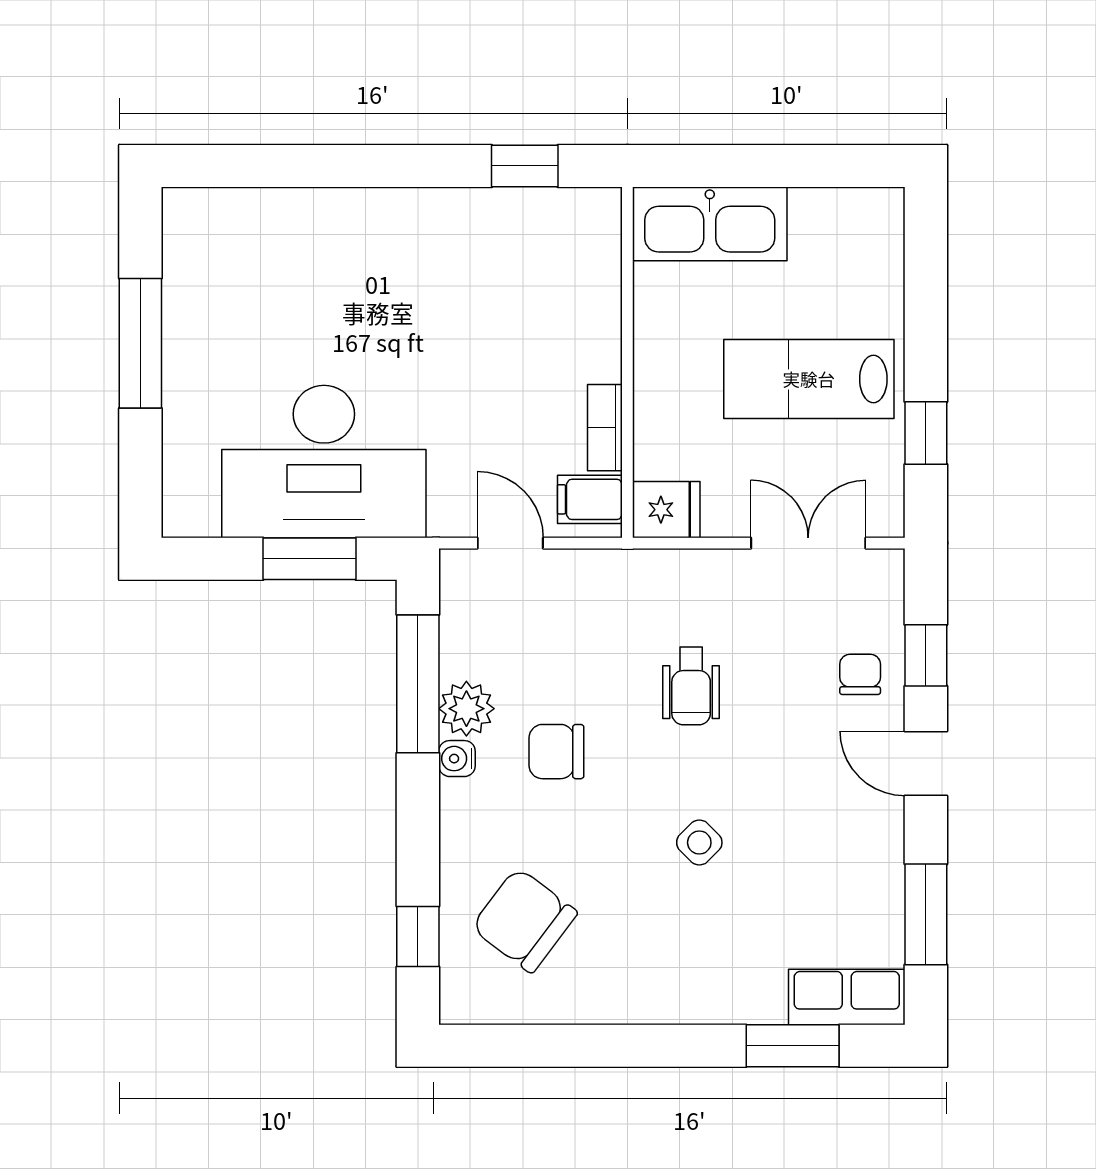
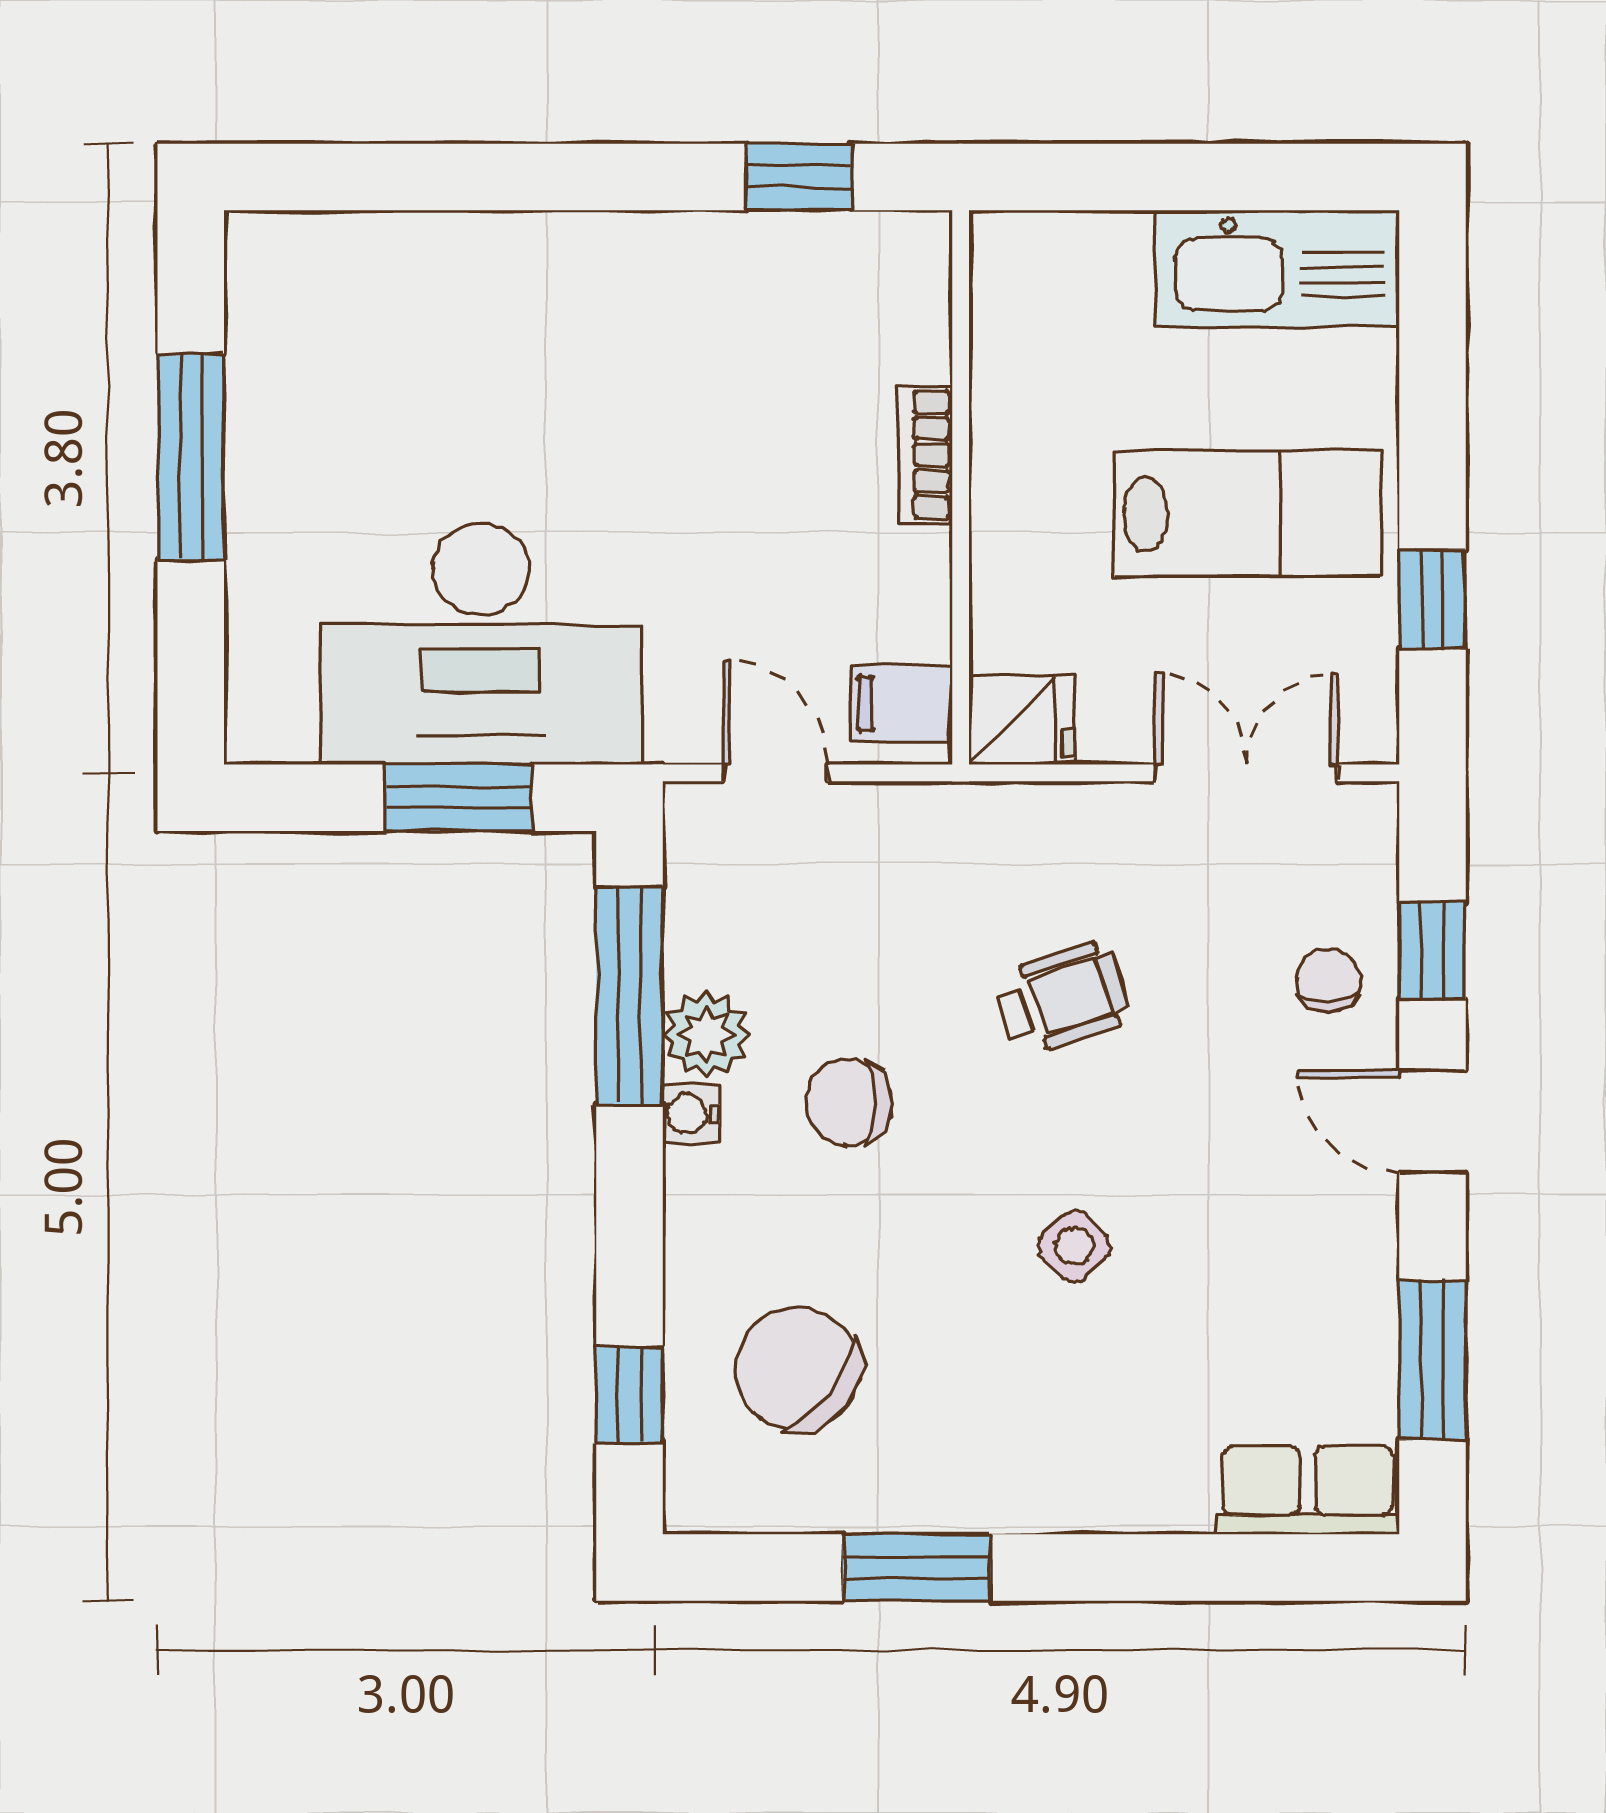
kitchen sink: (710, 224) -> (1277, 269), moved
lab bench: (809, 379) -> (1247, 514), turned 180
bookcase: (605, 428) -> (925, 455), moved
wheelchair: (691, 686) -> (1061, 999), turned -108
window: (793, 1046) -> (917, 1568), moved

